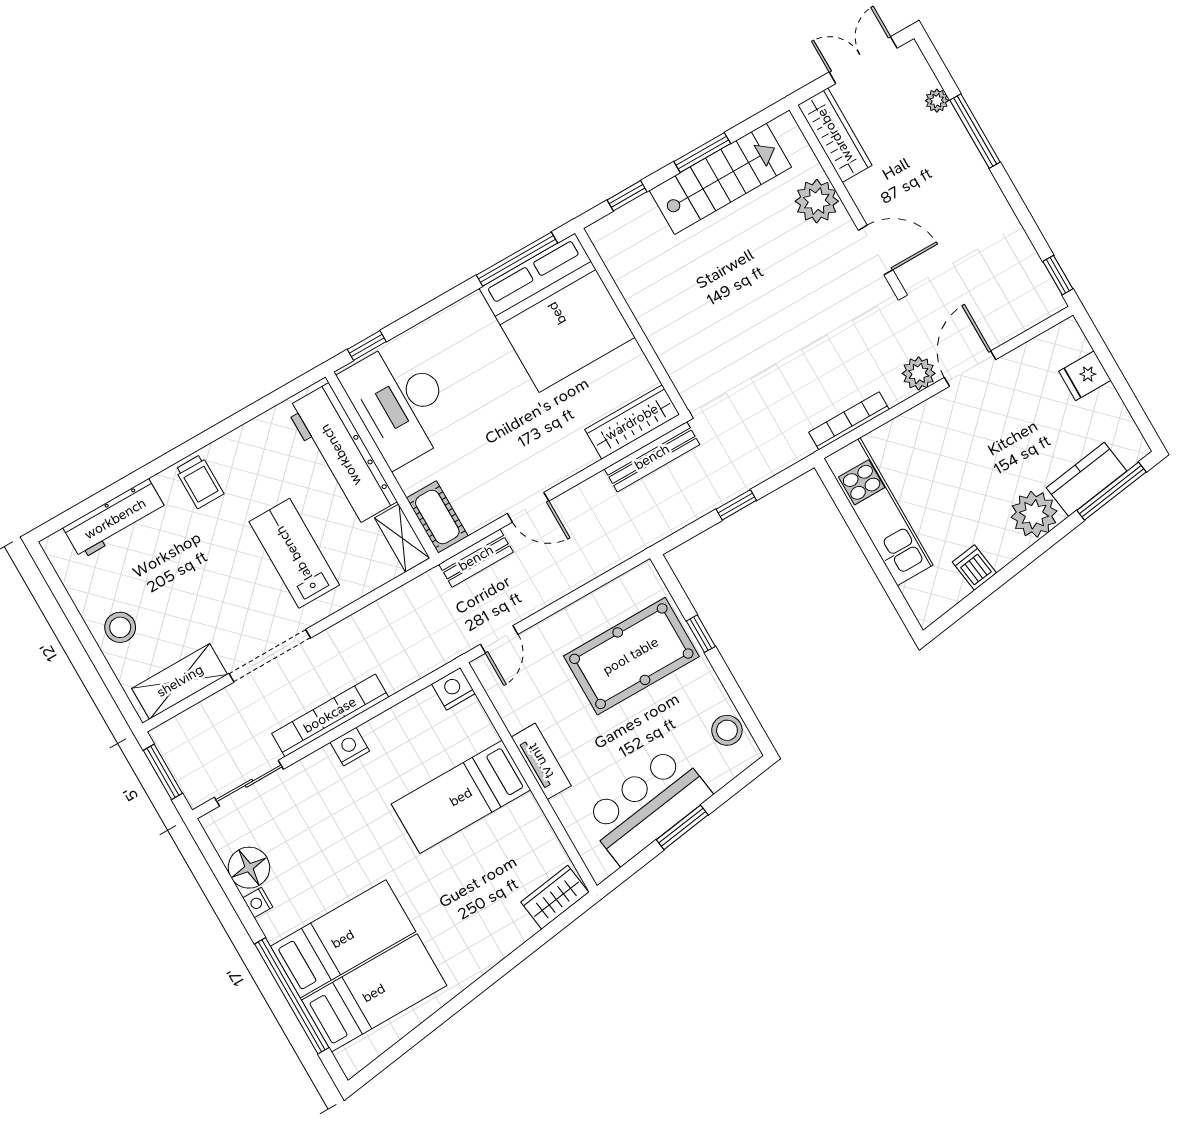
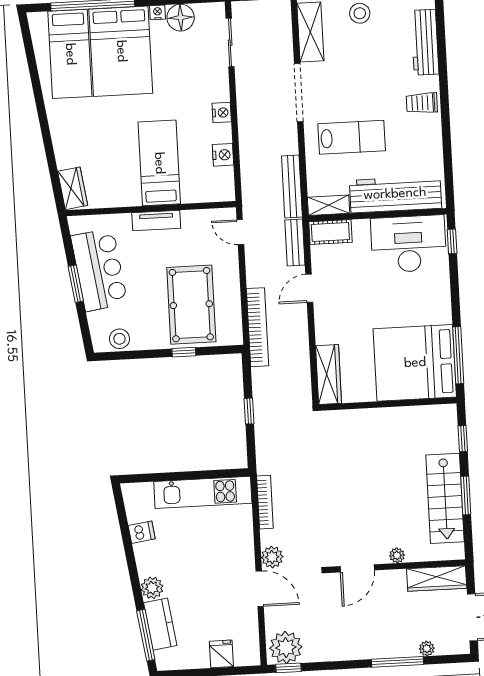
plant: (817, 201) -> (397, 555), width x0.53, depth x0.53
plant: (1032, 293) -> (286, 647), added
bench: (652, 457) -> (292, 186), moved
plant: (1034, 514) -> (152, 588), width x0.73, depth x0.73
nightstand: (453, 689) -> (223, 155), moved
bookcase: (330, 715) -> (258, 327), moved
bed: (343, 939) -> (121, 51), width x1.50

